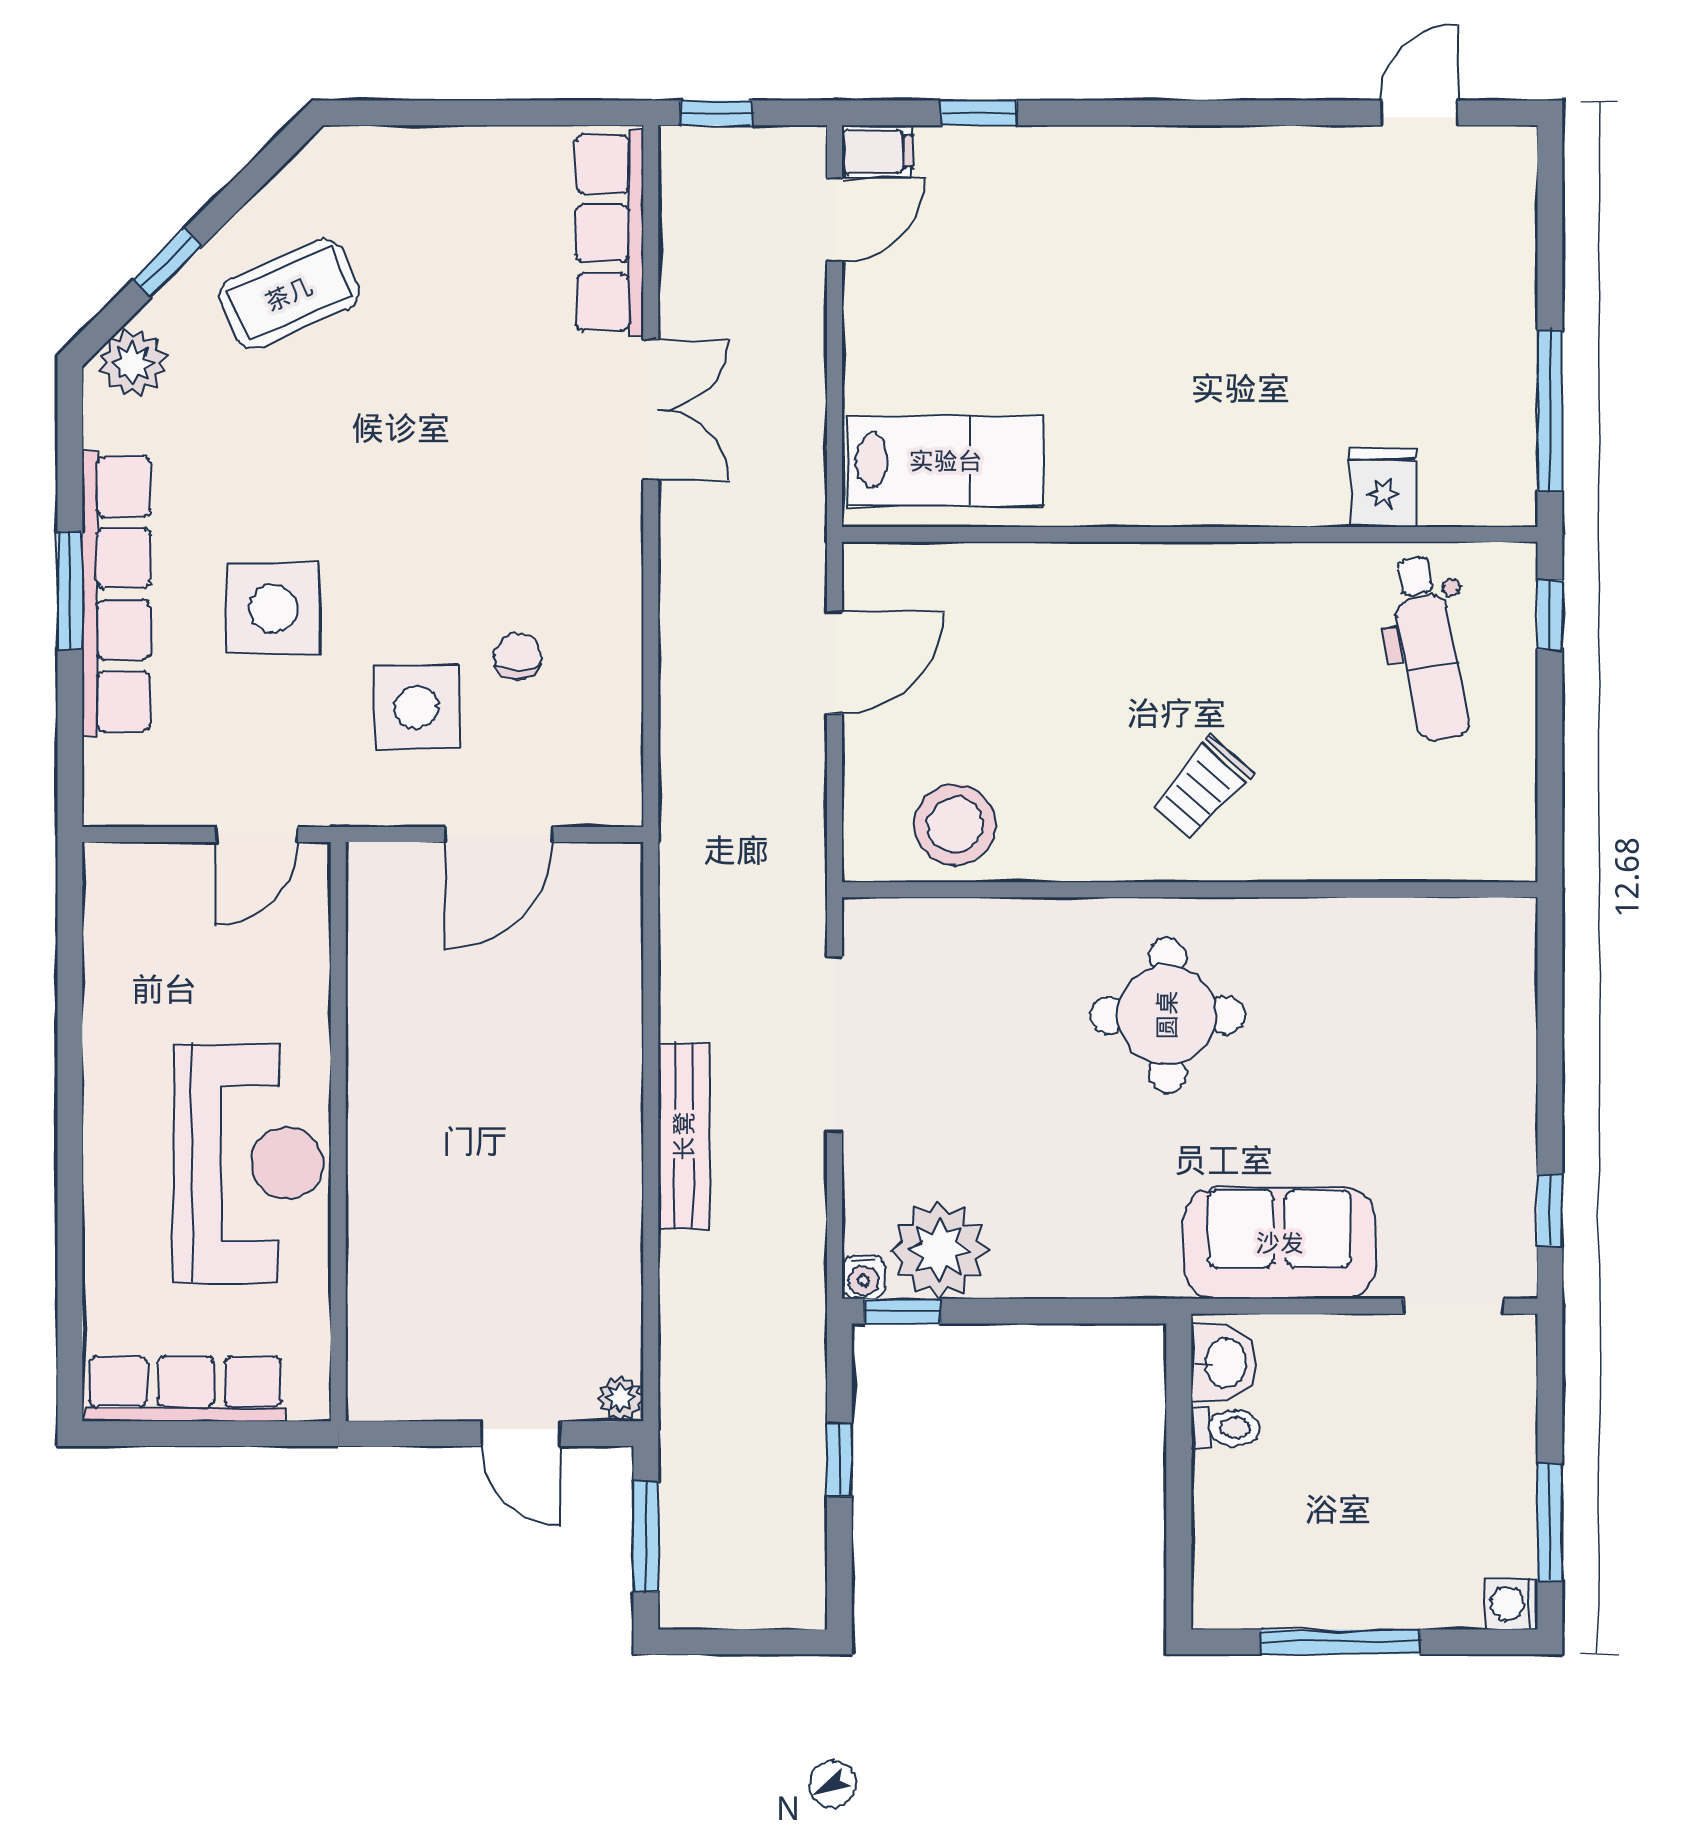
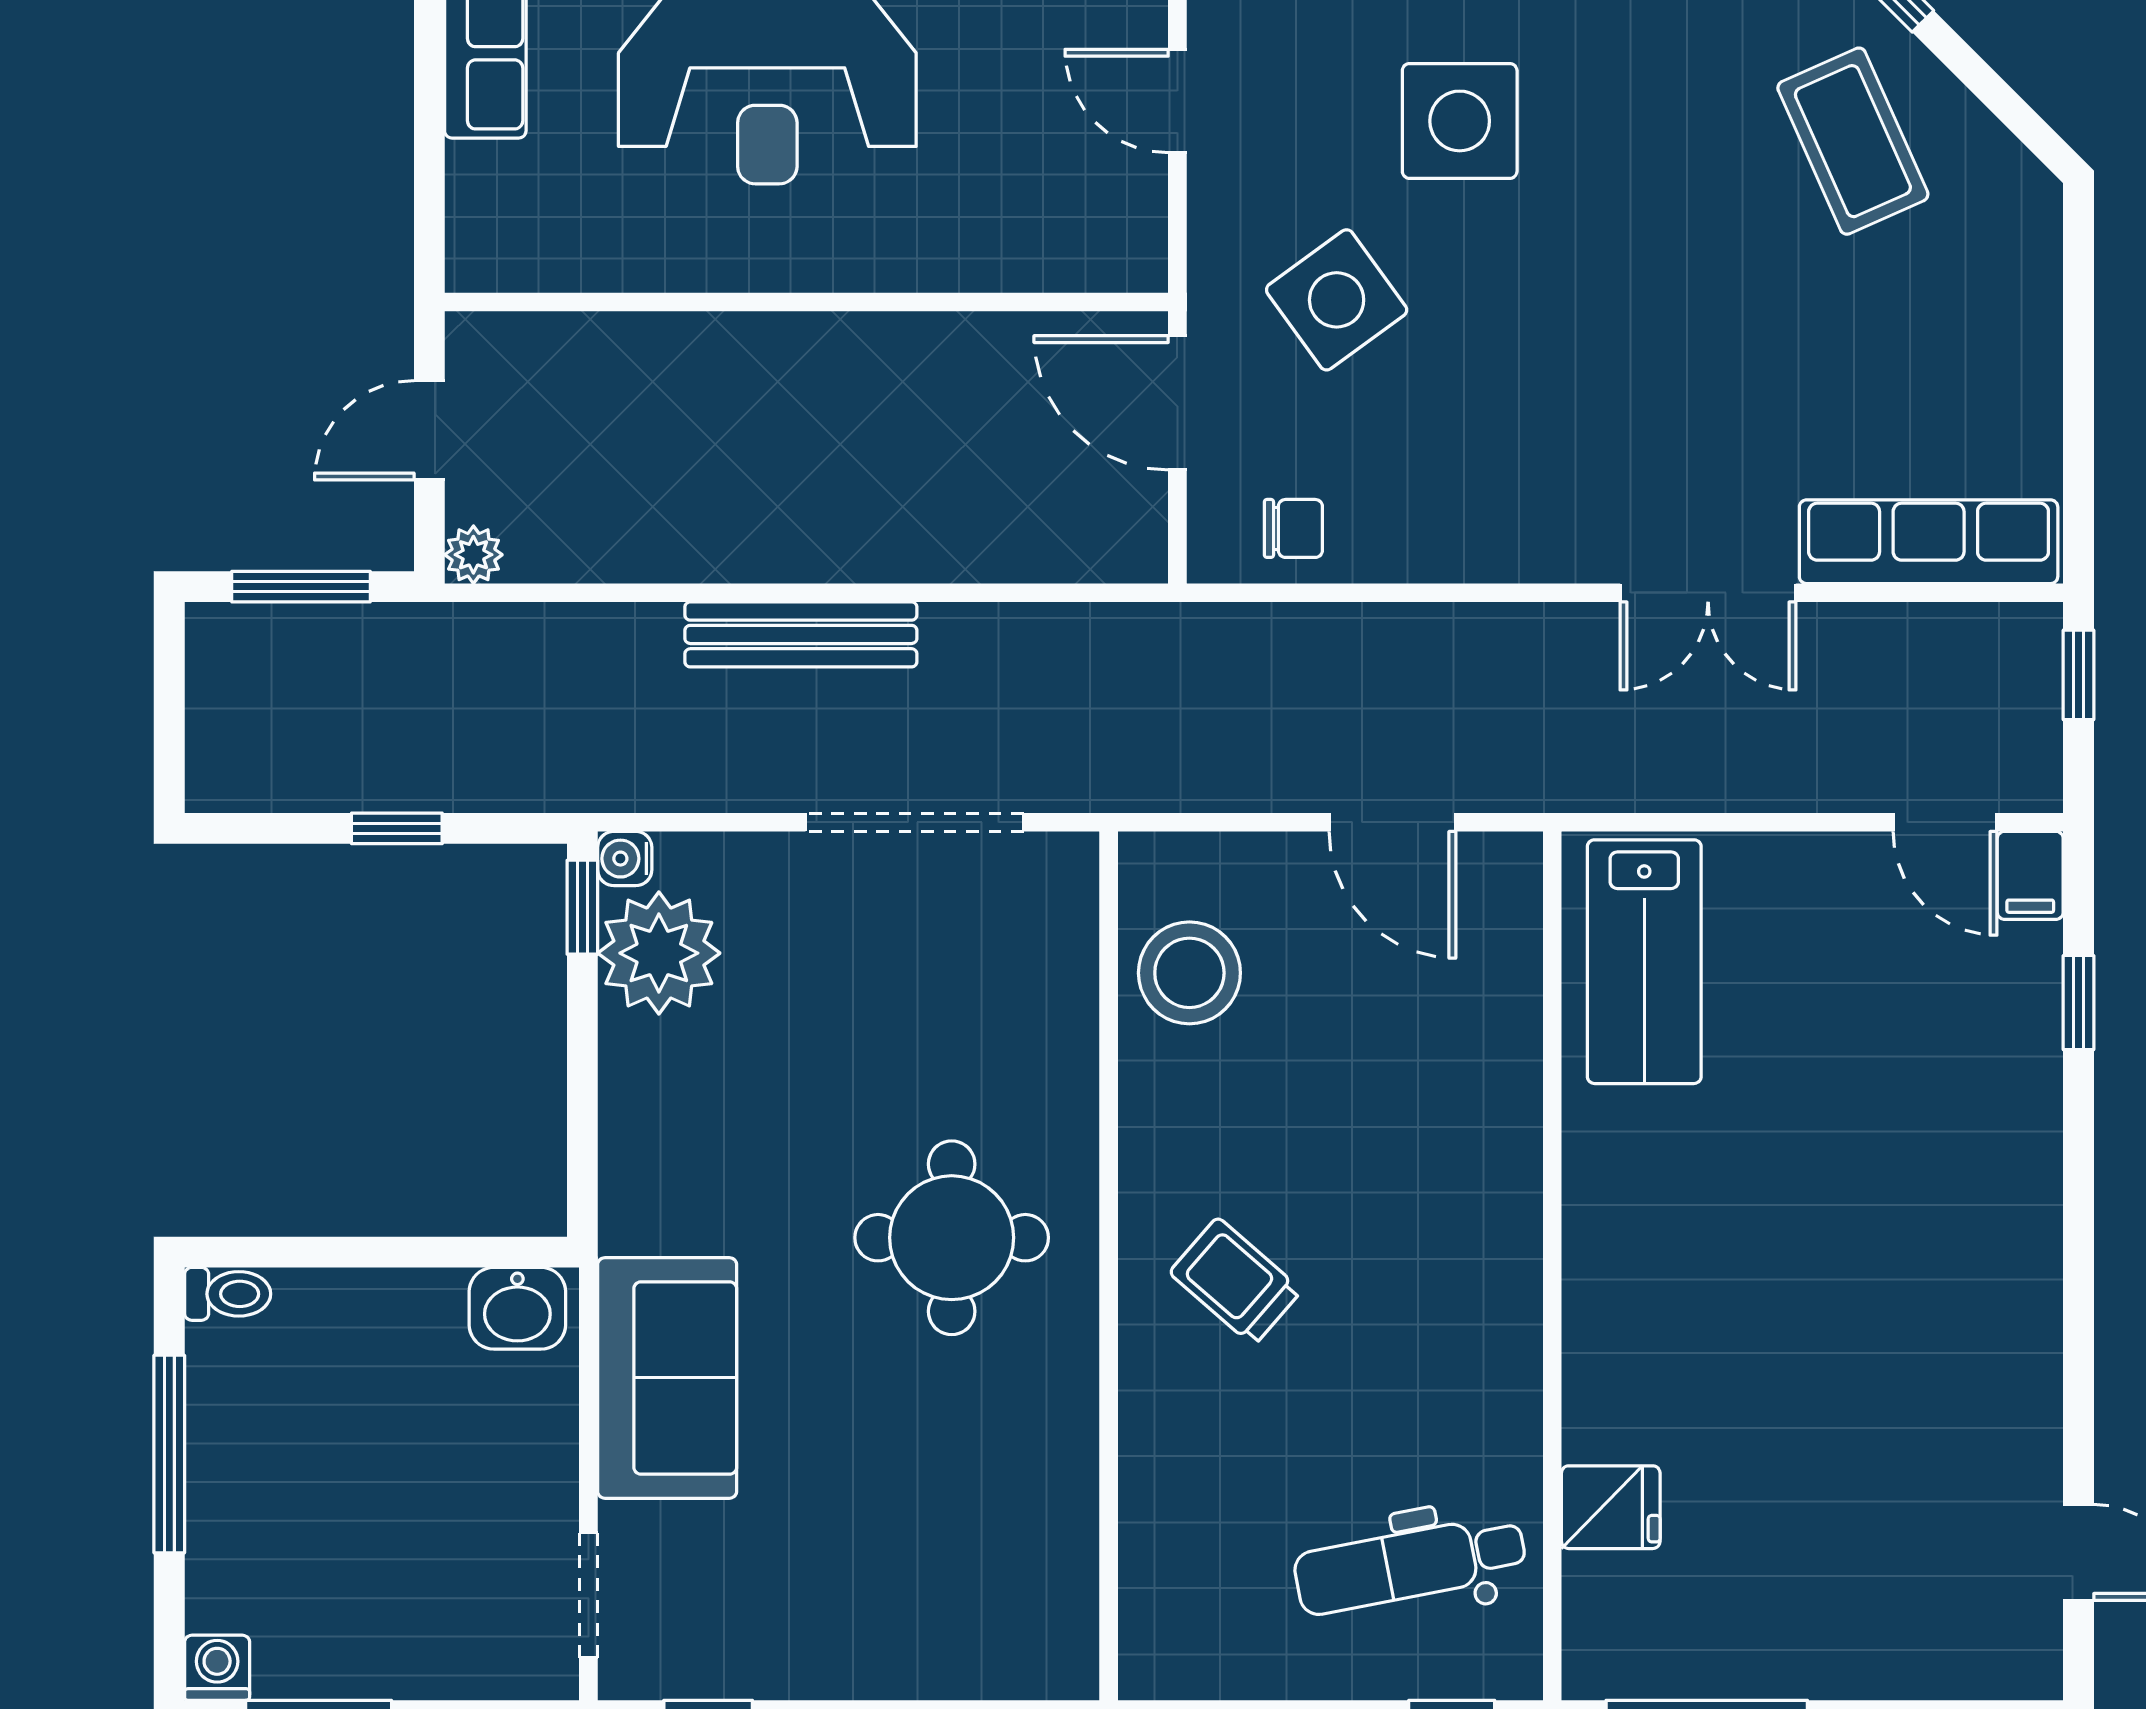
chair: (517, 656) -> (1293, 528), moved
side table: (416, 707) -> (1337, 300), turned -36
wall: (338, 1132) -> (806, 302), moved
toilet: (1225, 1428) -> (228, 1294), moved, turned -90

